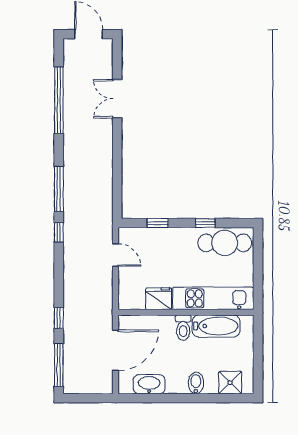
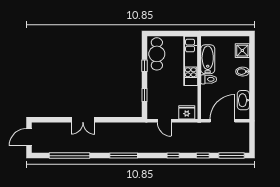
double door: (117, 99) -> (83, 120), moved
window: (59, 232) -> (173, 156), moved
door: (115, 255) -> (164, 121), swing flipped
fridge: (159, 299) -> (187, 112), moved, turned 90
door: (115, 350) -> (223, 121), hinge flipped

